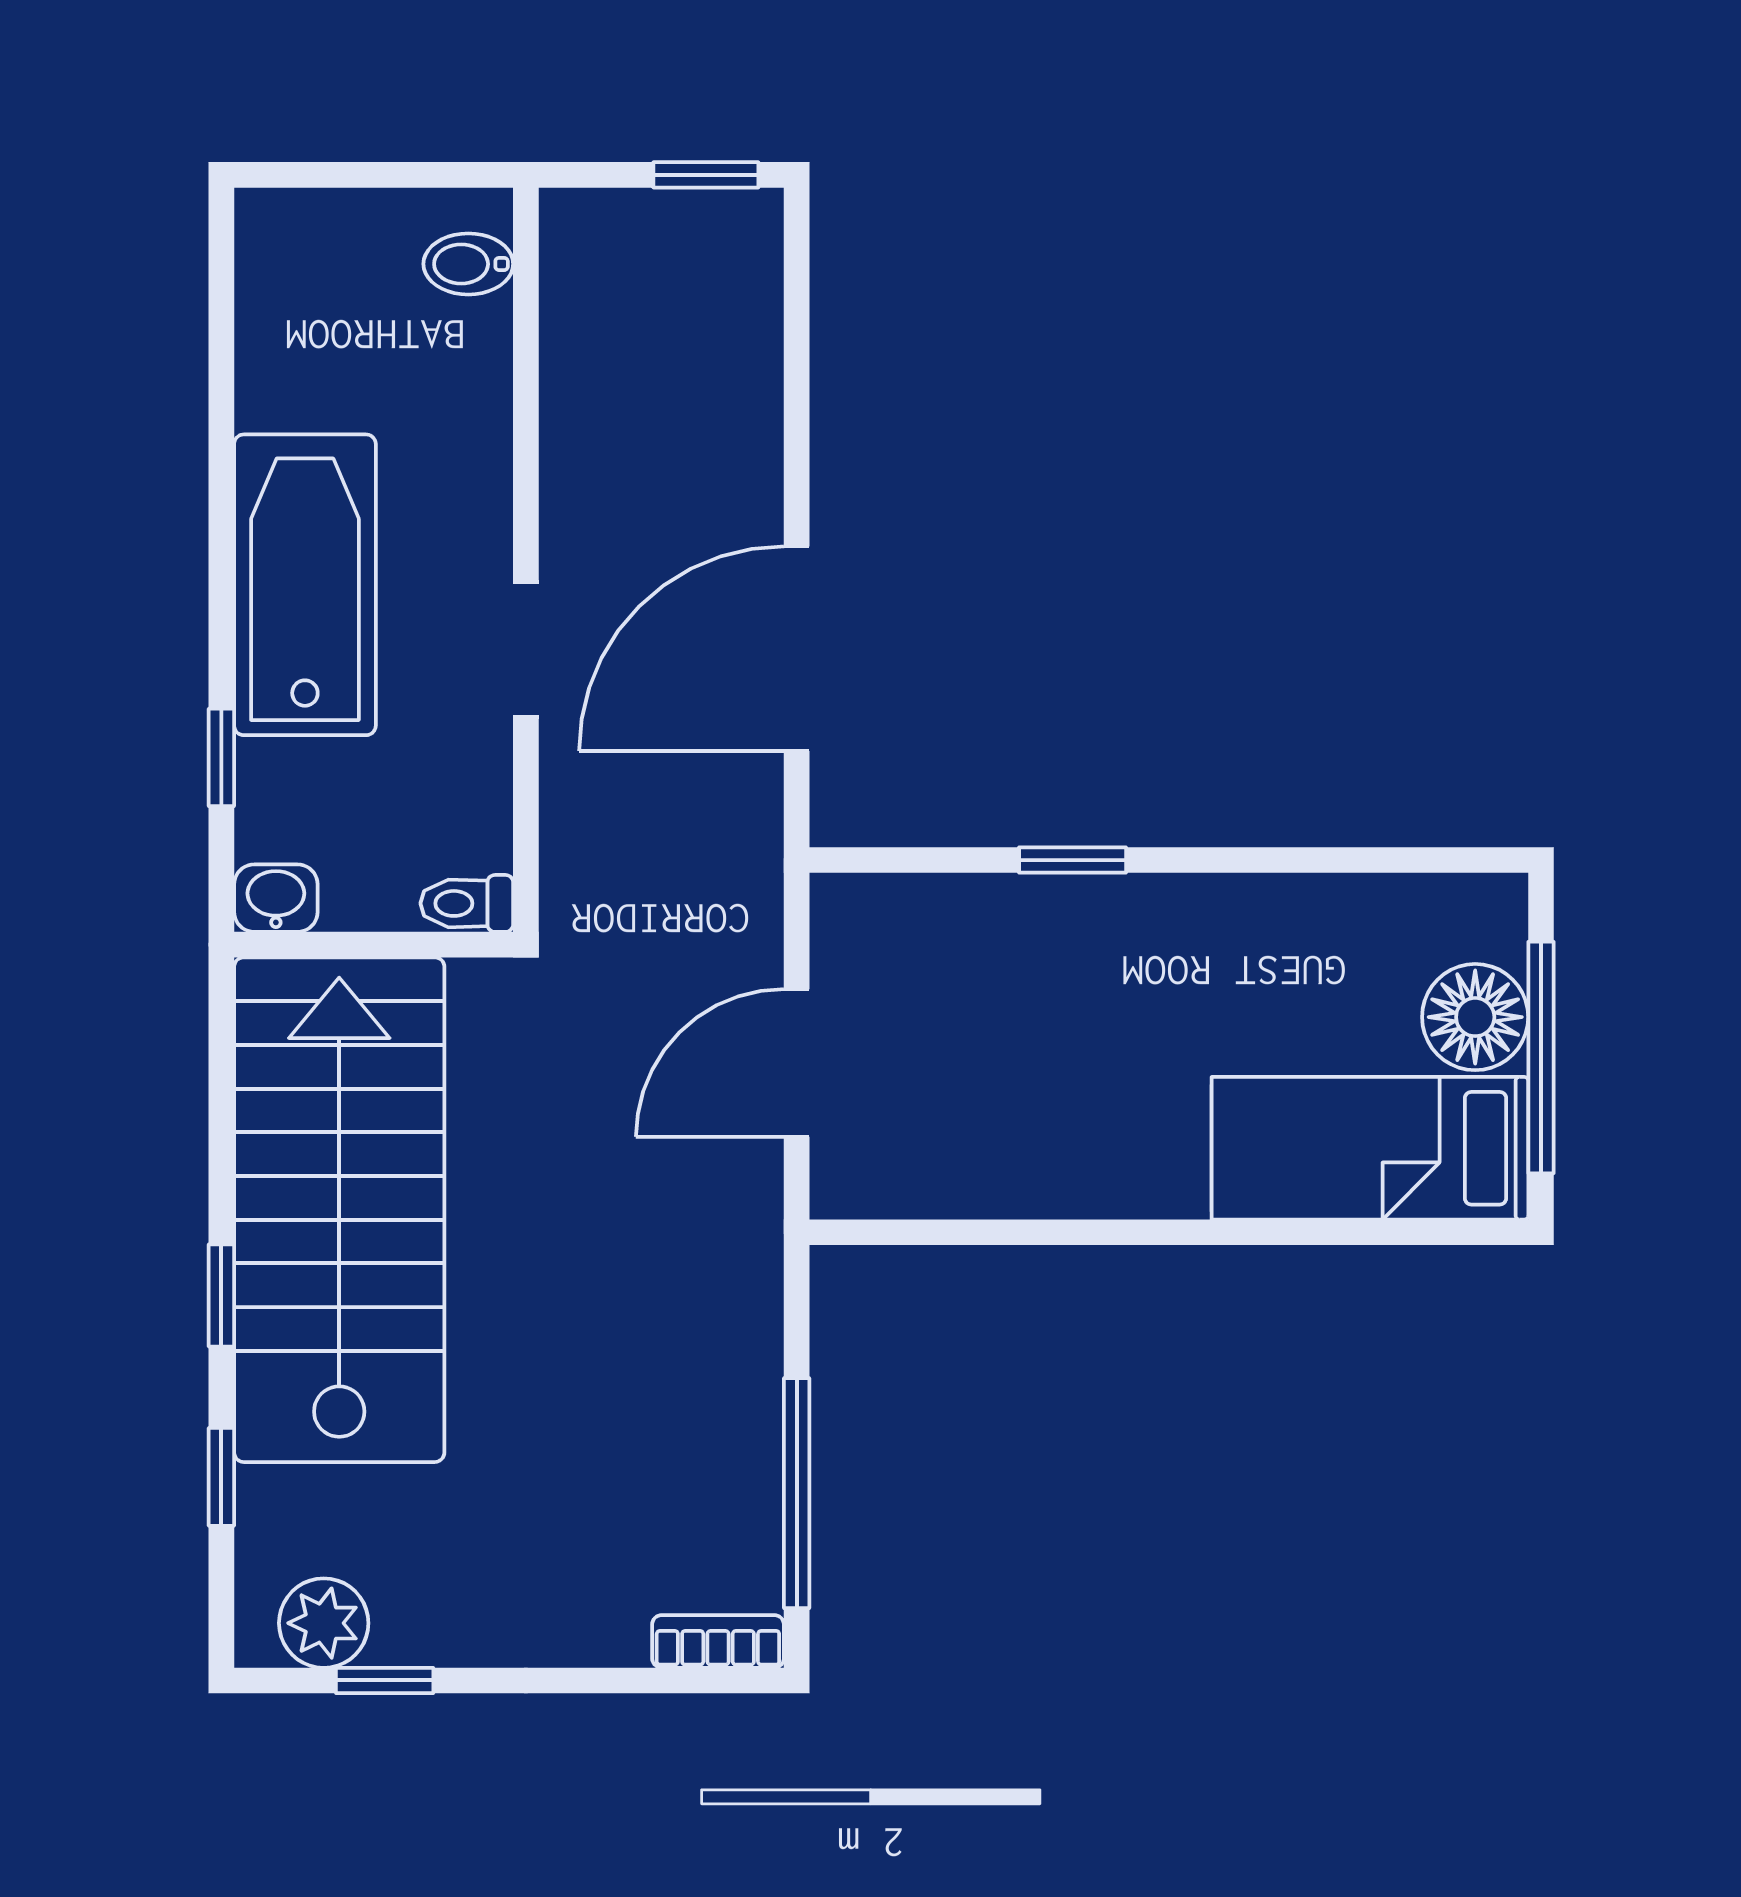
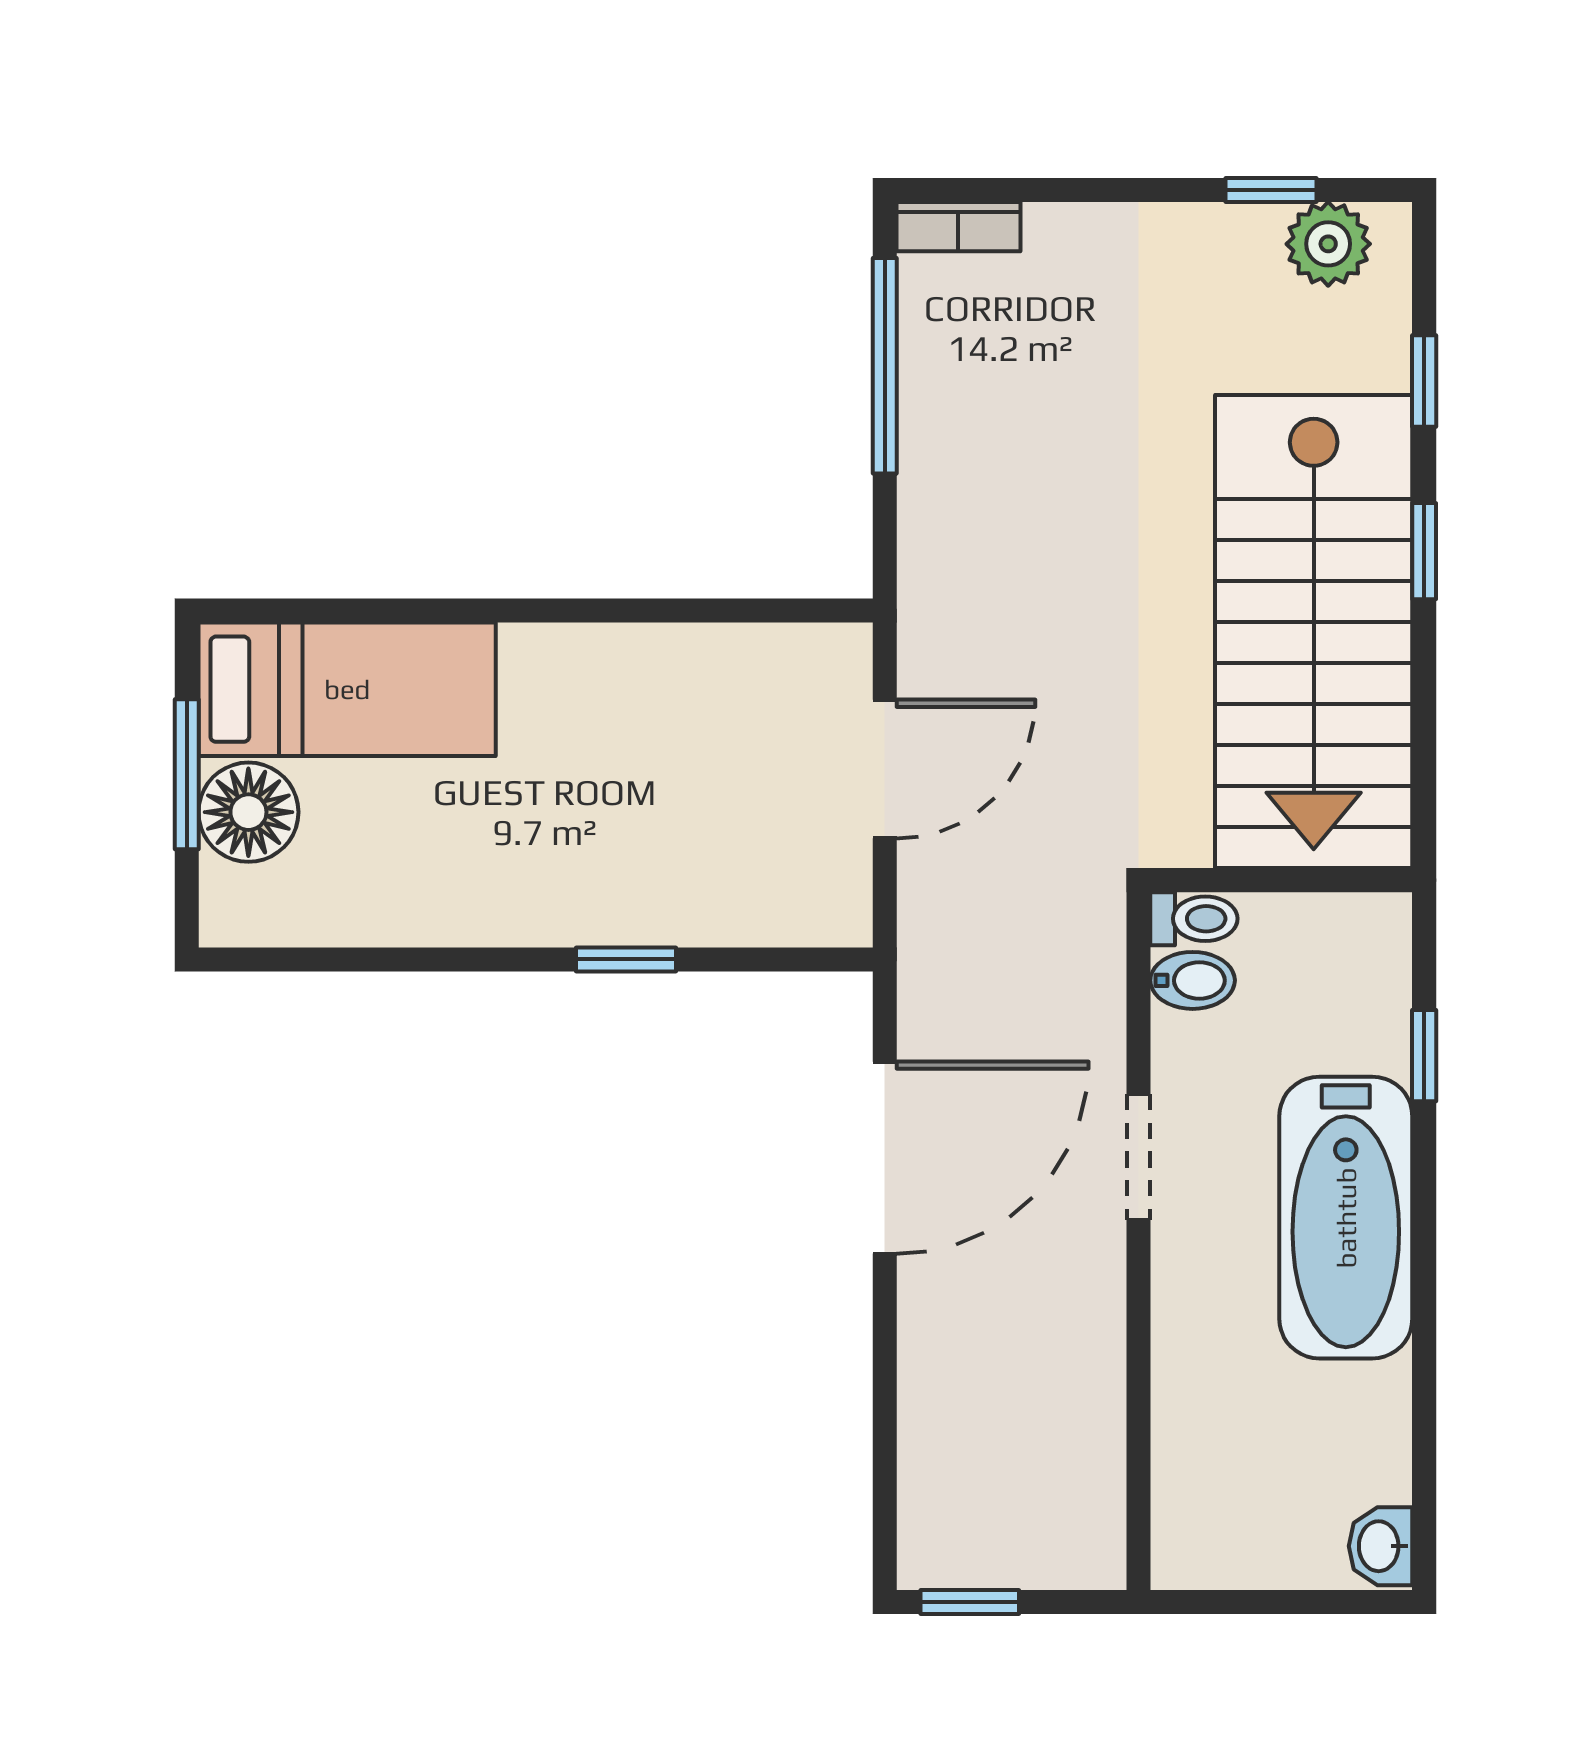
bidet: (468, 264) -> (1193, 980), moved
washbasin: (276, 898) -> (1381, 1546), moved, turned 90
window: (1541, 1057) -> (187, 774), width x0.69

